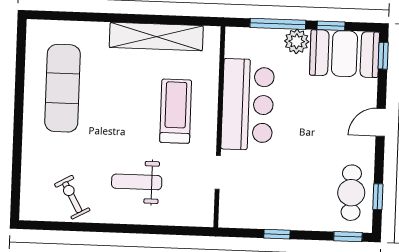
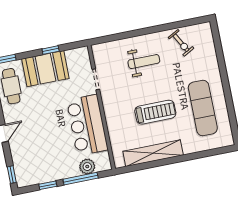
plant: (297, 41) -> (87, 167), moved
booth: (345, 54) -> (45, 69), moved
treadmill: (176, 111) -> (155, 112), moved, turned -90

